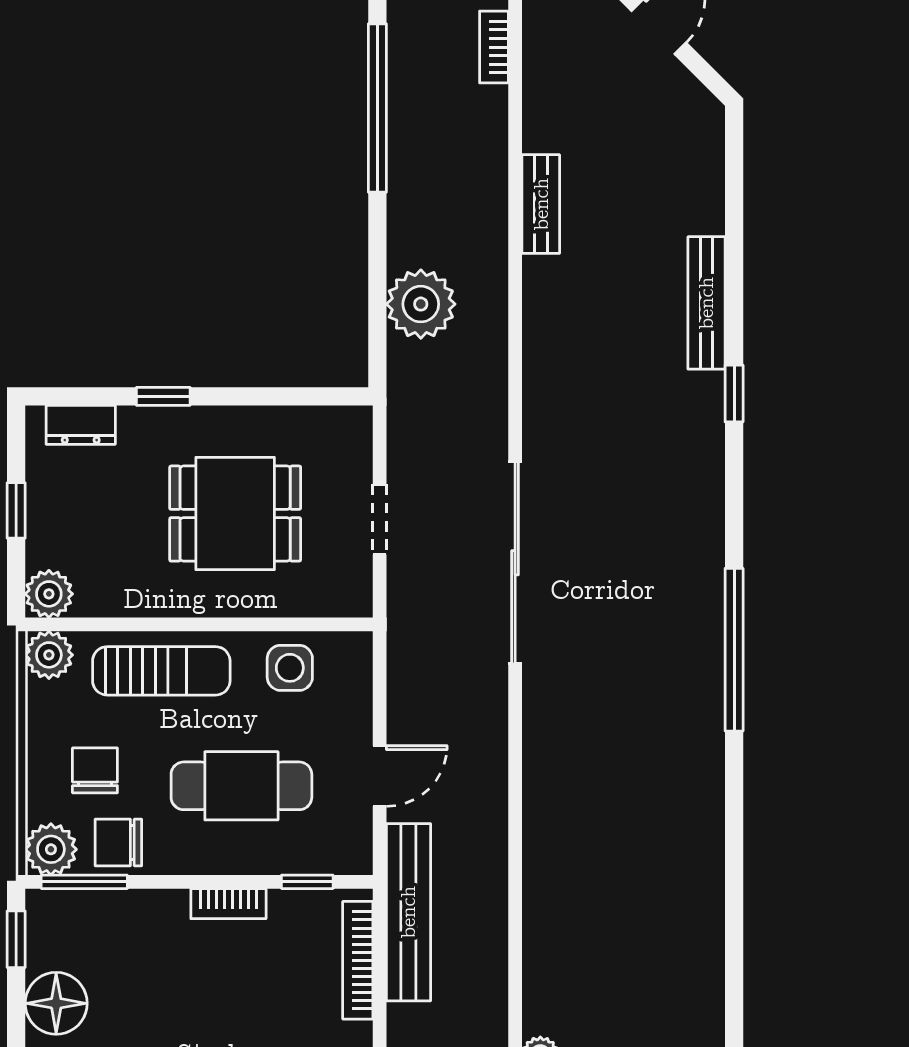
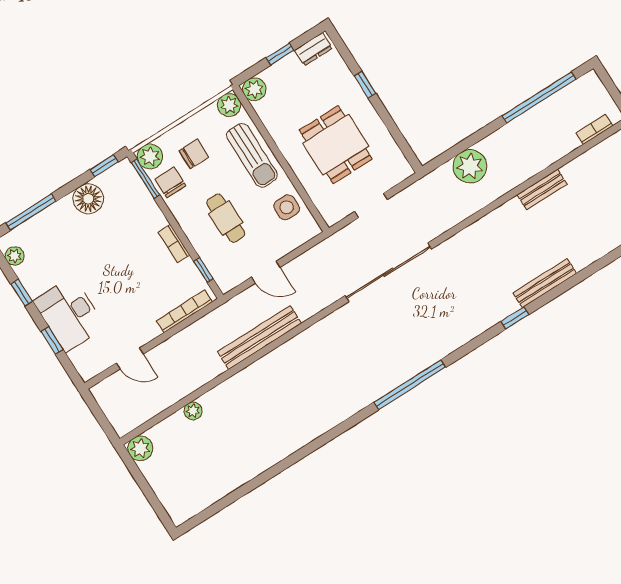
dresser: (81, 425) -> (313, 49), moved, turned -90
cafe table: (241, 786) -> (226, 218), width x0.73, depth x0.74
bench: (408, 912) -> (260, 337), moved

